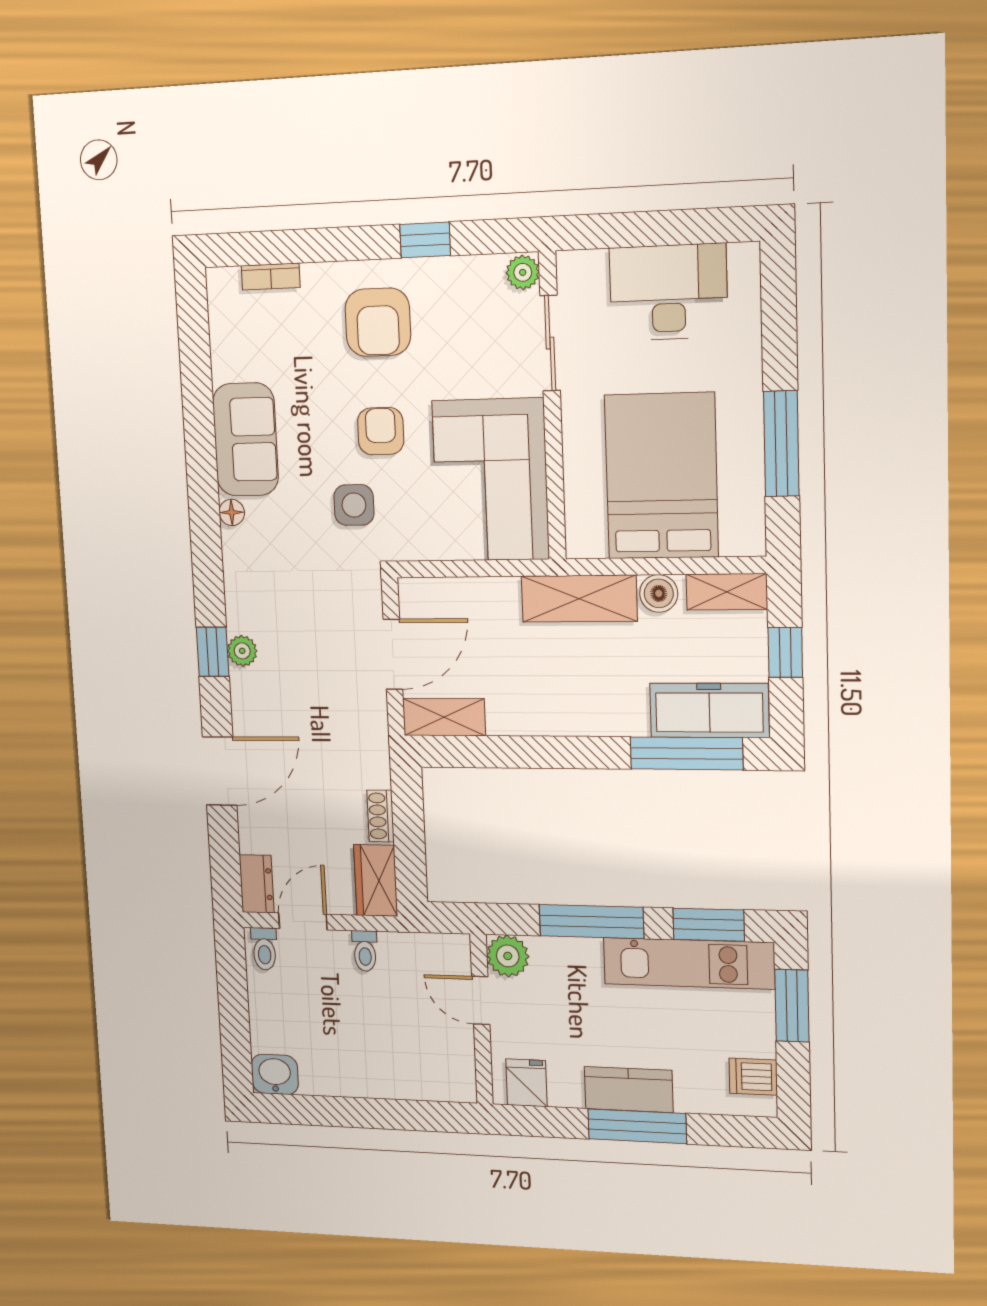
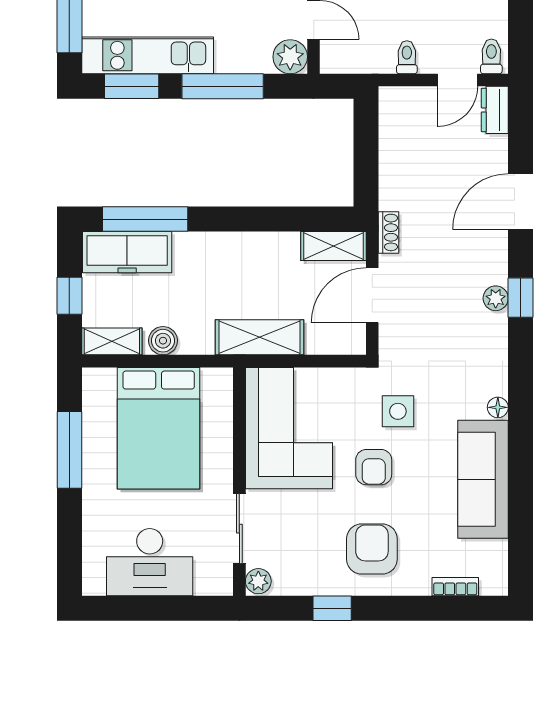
sofa: (245, 440) -> (483, 479), width x1.36
shelving: (579, 599) -> (259, 337), moved
shoe rack: (381, 816) -> (389, 232), moved
wardrobe: (376, 880) -> (395, 115), removed

